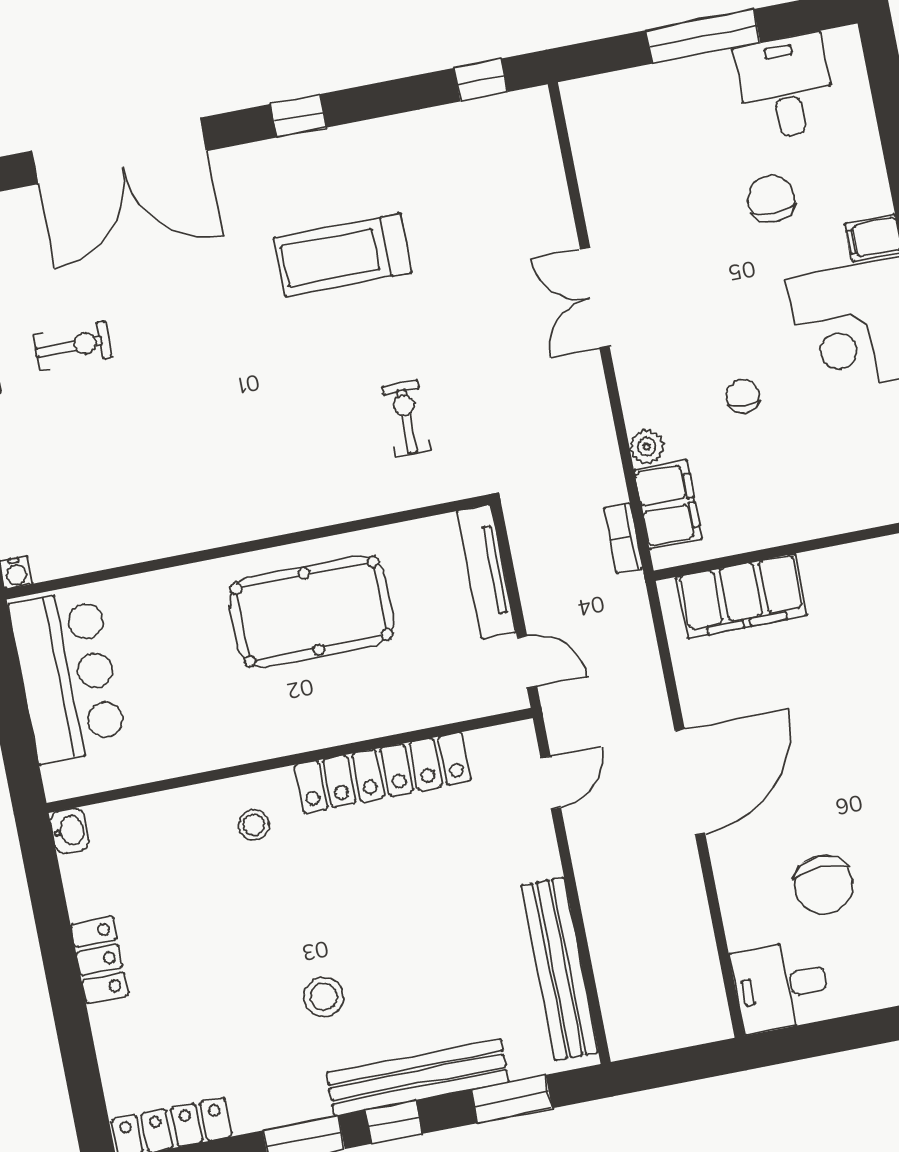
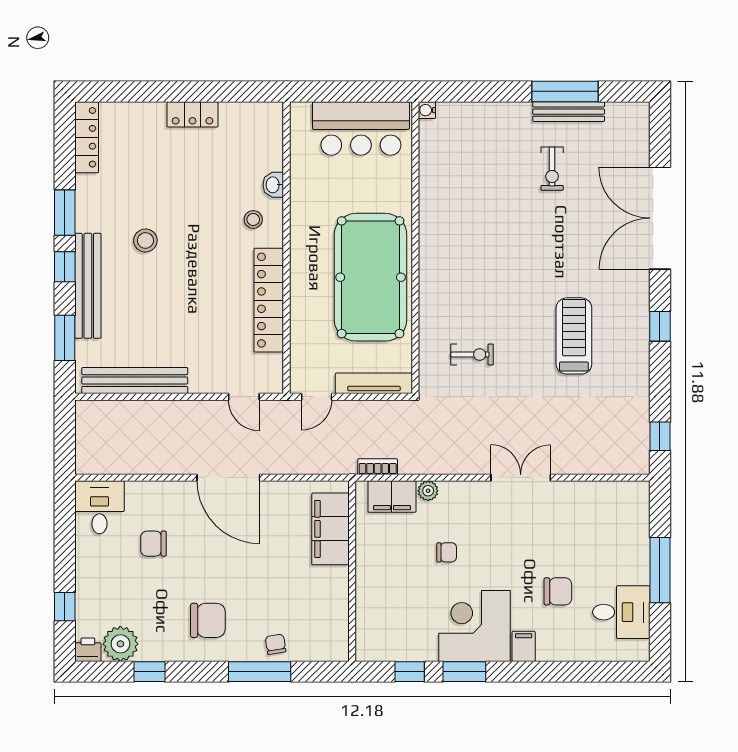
pool table: (311, 612) -> (371, 277), width x1.36, depth x1.32
washbasin: (70, 831) -> (273, 185), moved, turned 90
chair: (824, 885) -> (154, 544), width x0.73, depth x0.73

